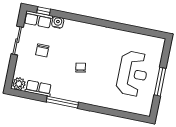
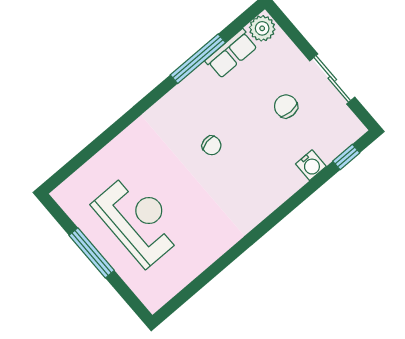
row of seats: (38, 19) -> (340, 138), removed
reception desk: (133, 74) -> (138, 220), turned 180
window: (62, 102) -> (198, 59), moved

